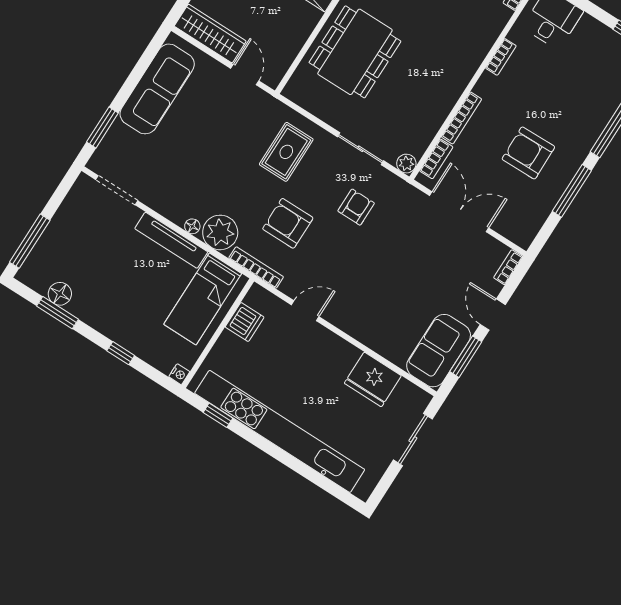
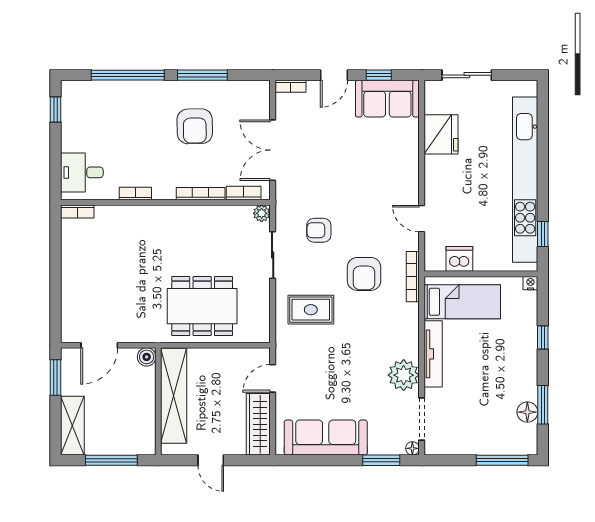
floor lamp: (192, 226) -> (412, 448), moved
plant: (220, 232) -> (404, 375), moved
window: (466, 357) -> (379, 75), width x0.67

